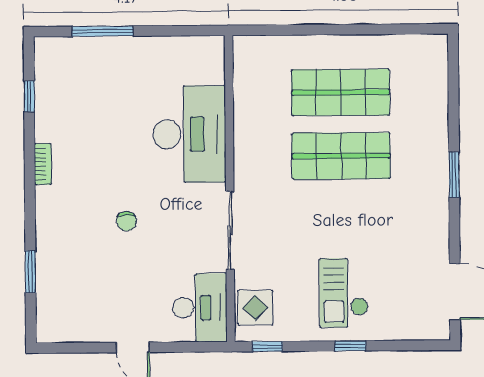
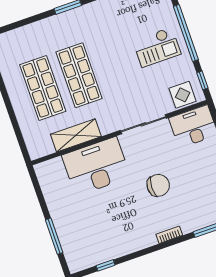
shelving: (249, 119) -> (76, 135), added
bookcase: (43, 164) -> (169, 235), moved
chair: (126, 221) -> (158, 185), width x1.87, depth x1.87
window: (350, 346) -> (186, 33), width x3.17

